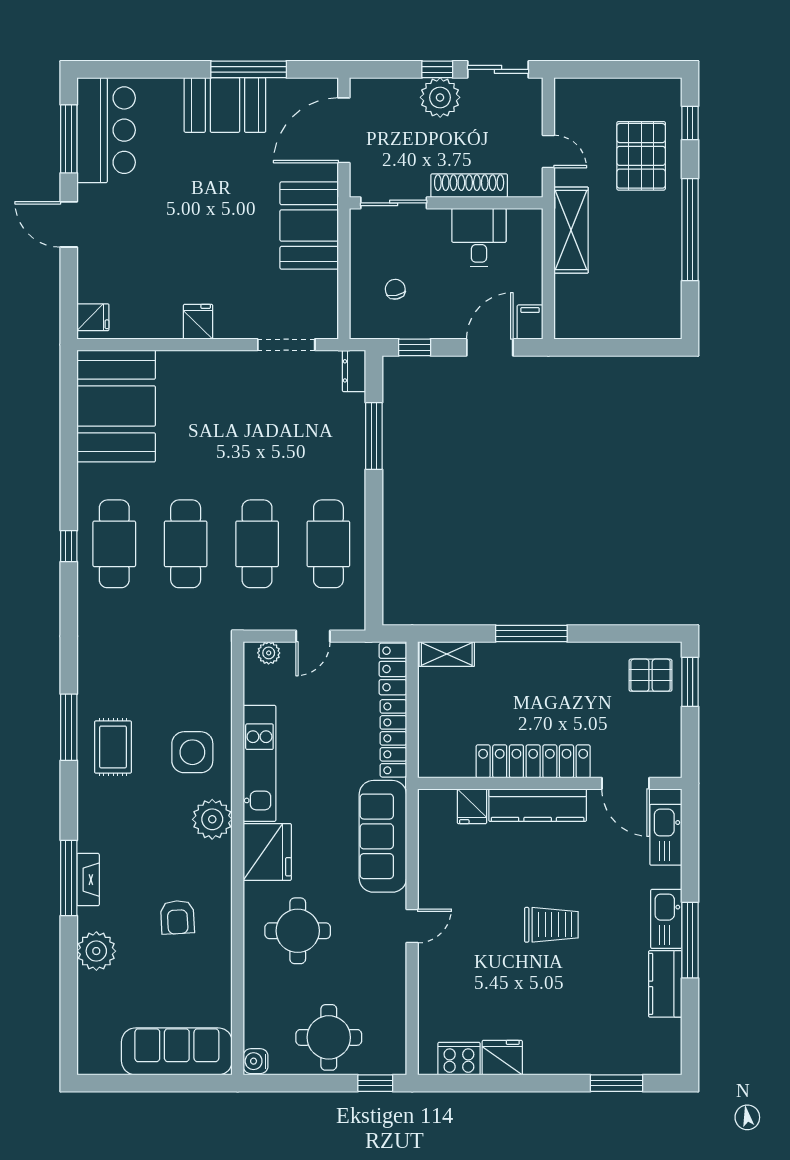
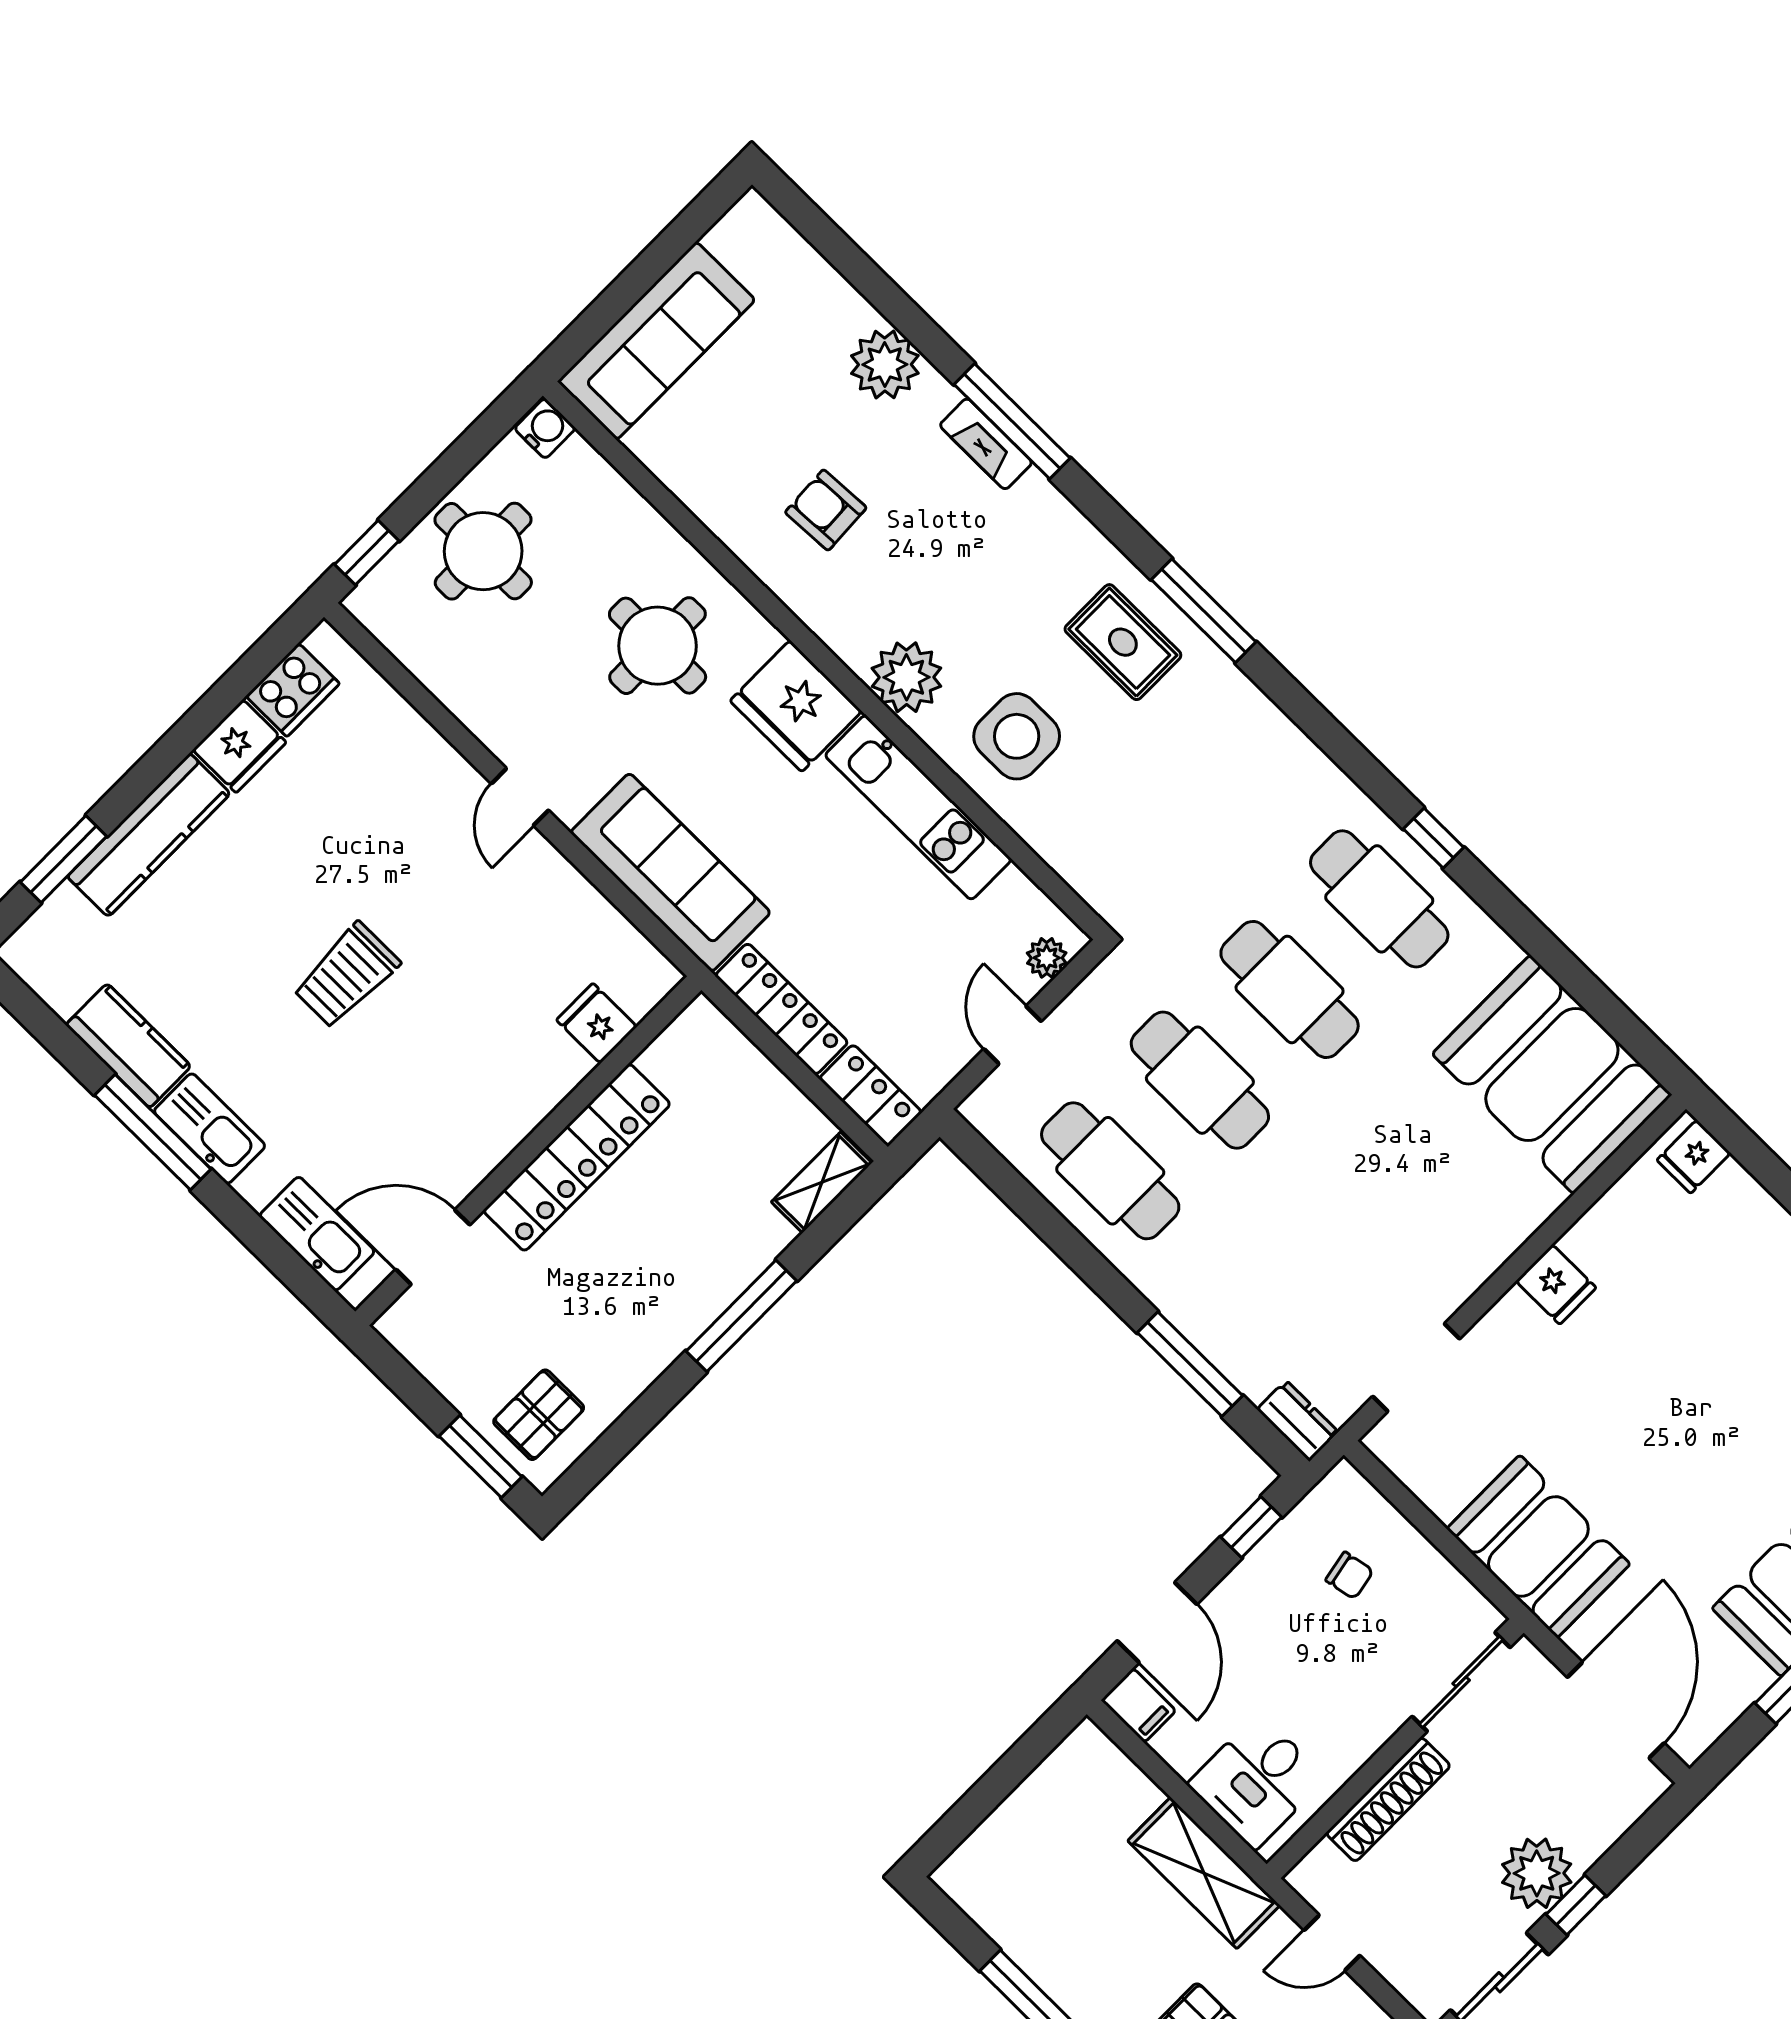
desk: (479, 238) -> (1257, 1781), moved, turned 90
kitchen counter: (538, 805) -> (149, 835), moved, turned 180

